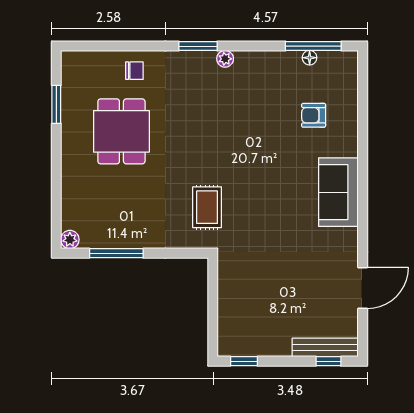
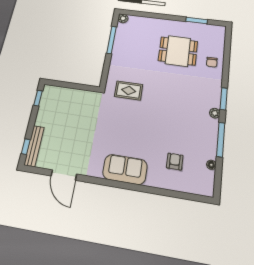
window: (313, 46) -> (221, 140), moved

